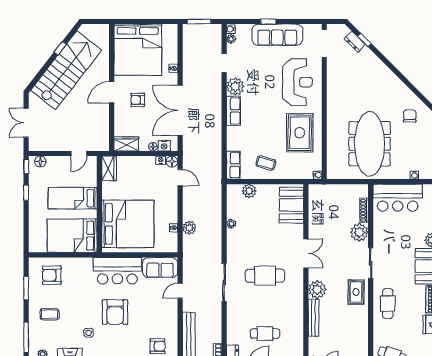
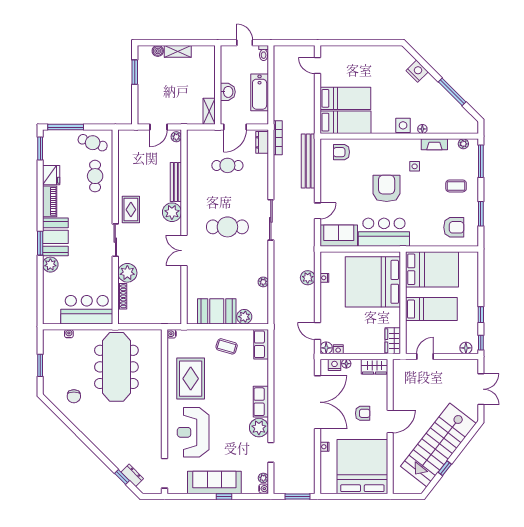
booth: (291, 205) -> (217, 311), moved, turned 90
cafe table: (388, 304) -> (95, 176), moved

